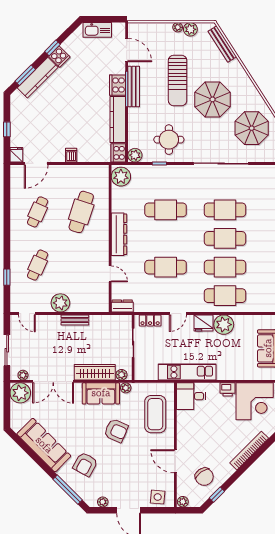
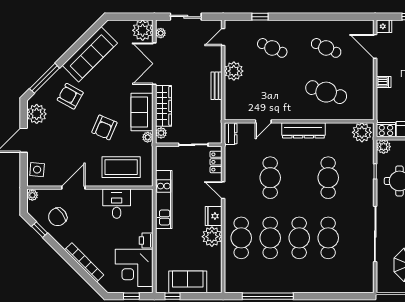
desk: (191, 396) -> (117, 204), moved
plant: (103, 502) -> (37, 114), width x1.87, depth x1.87

